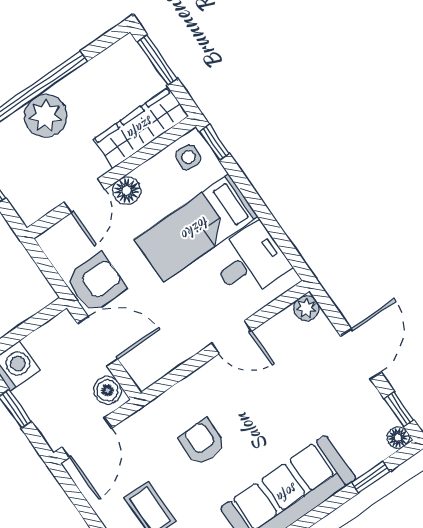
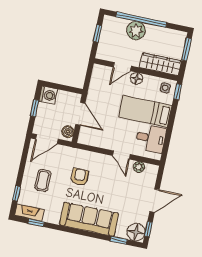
armchair: (96, 283) -> (98, 96), removed
plant: (306, 308) -> (139, 167), moved
floor lamp: (398, 437) -> (136, 232), width x1.89, depth x1.89

